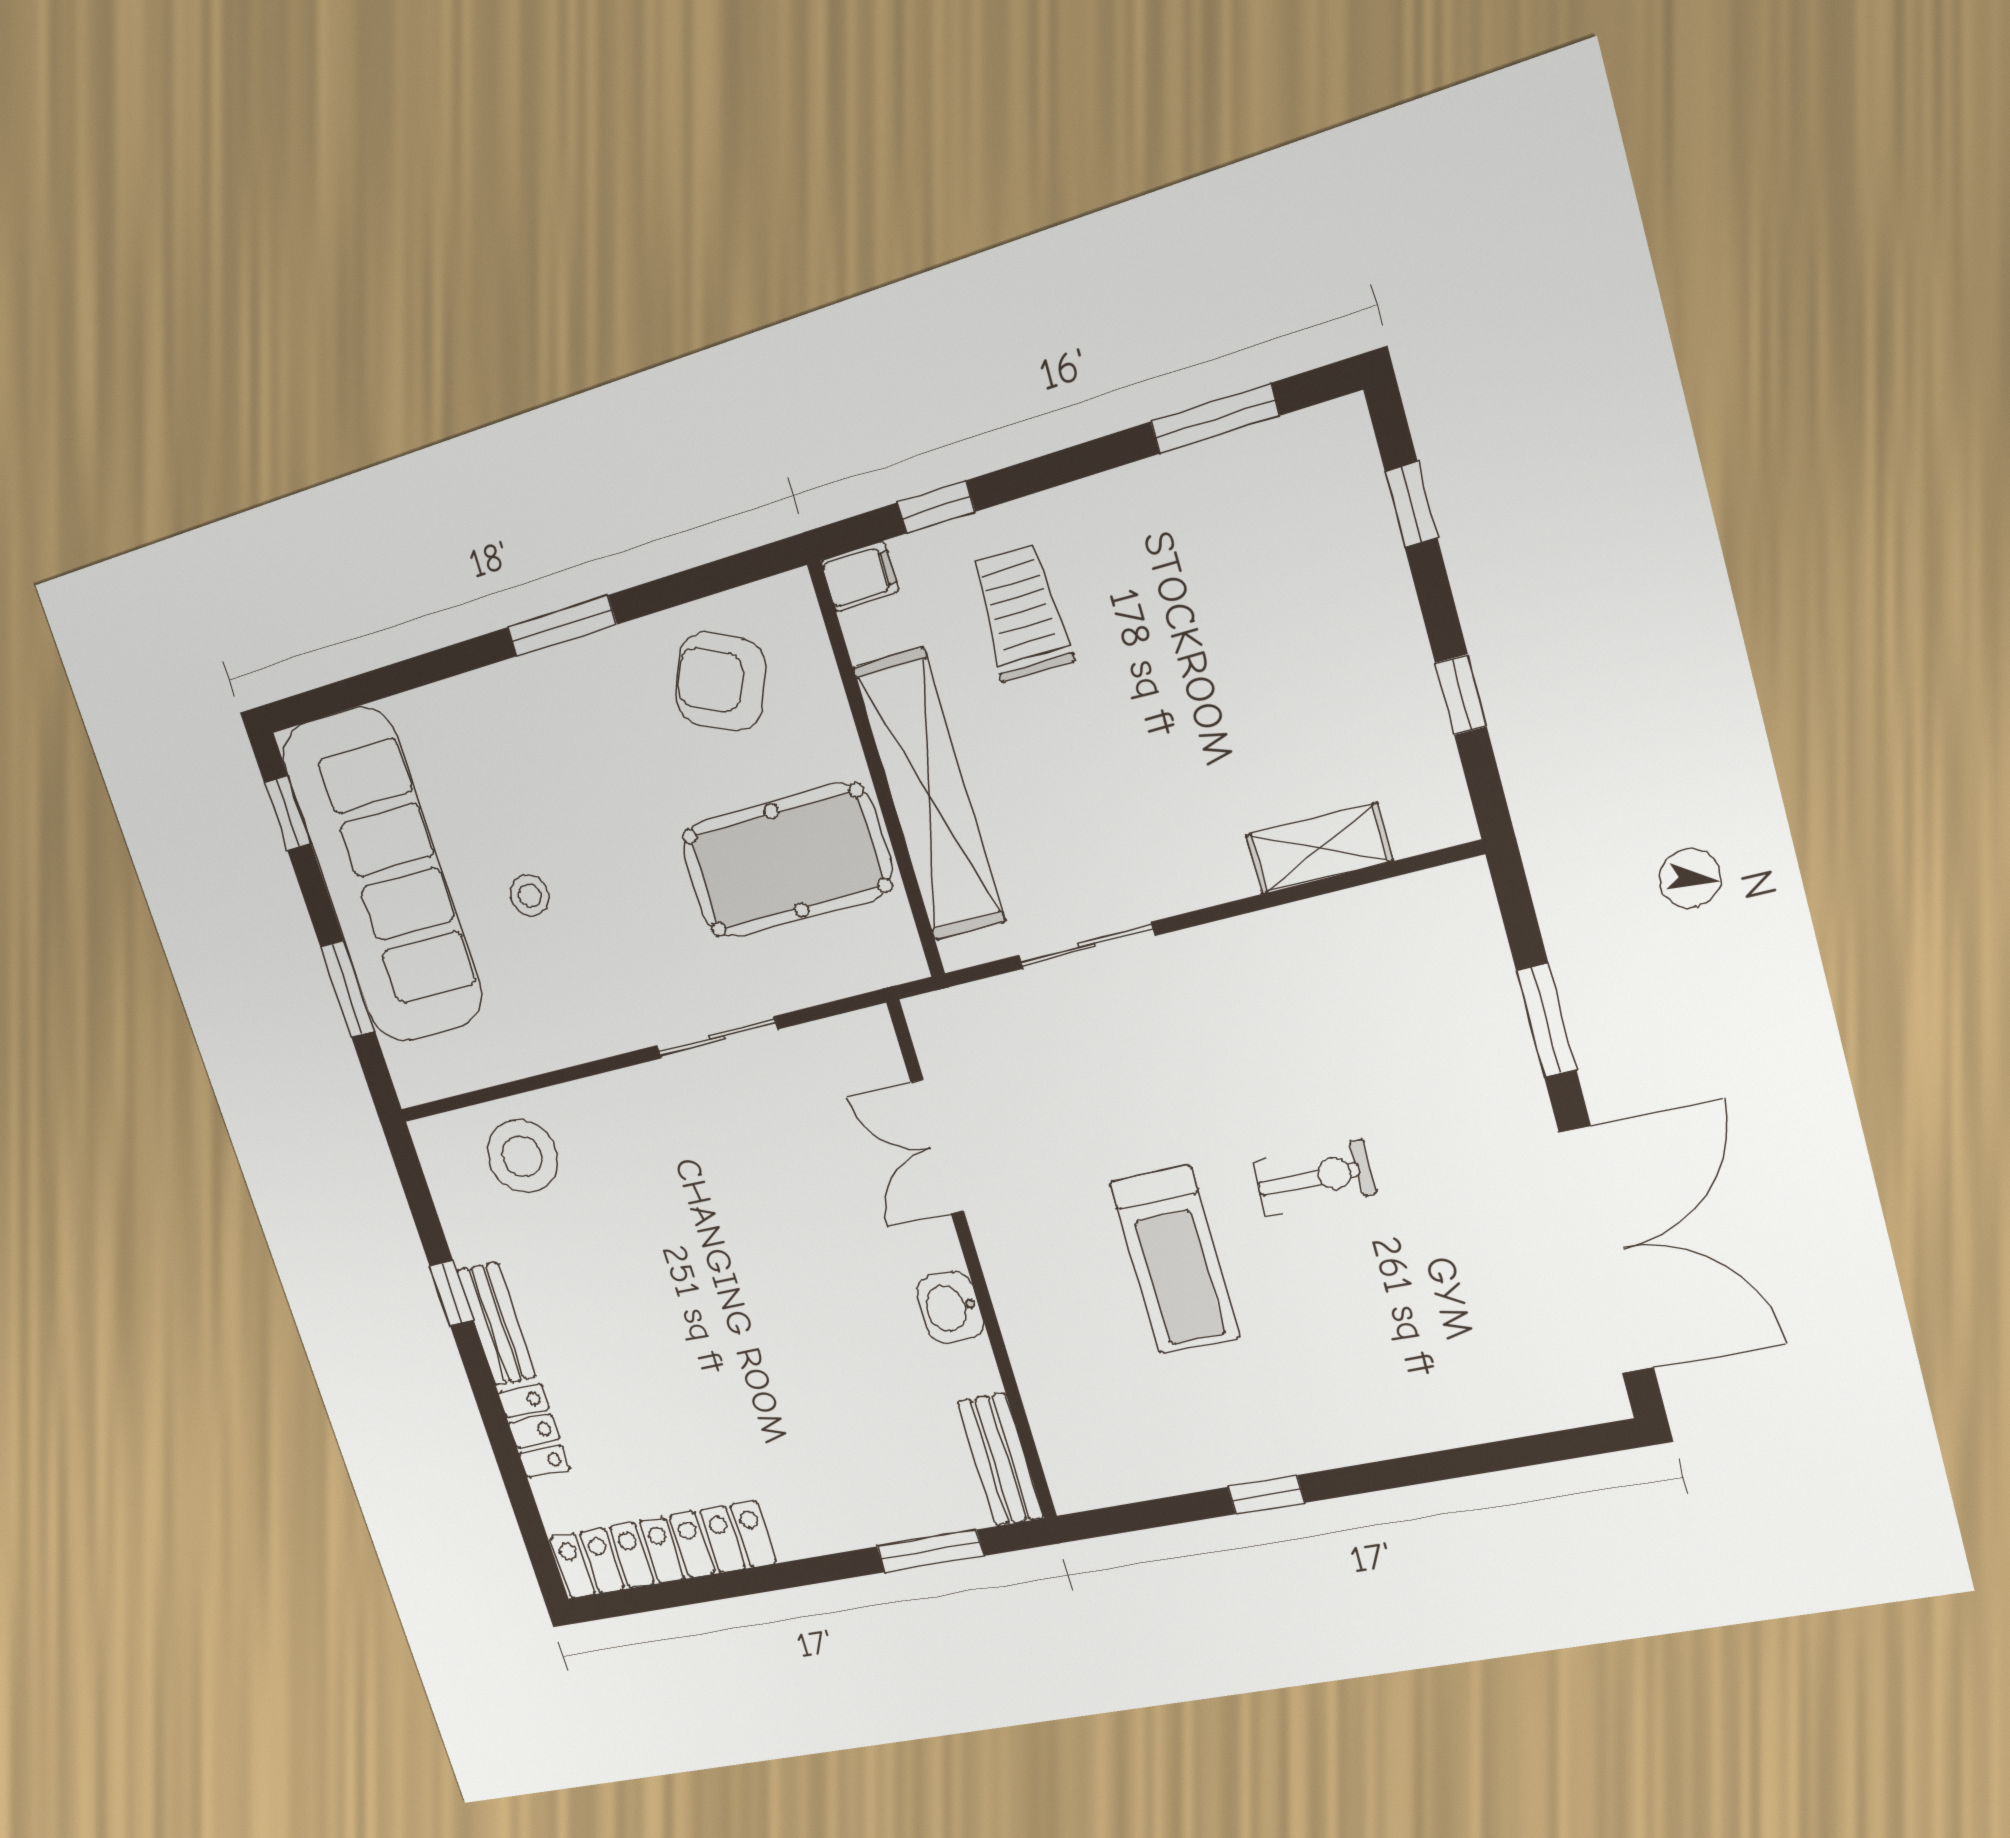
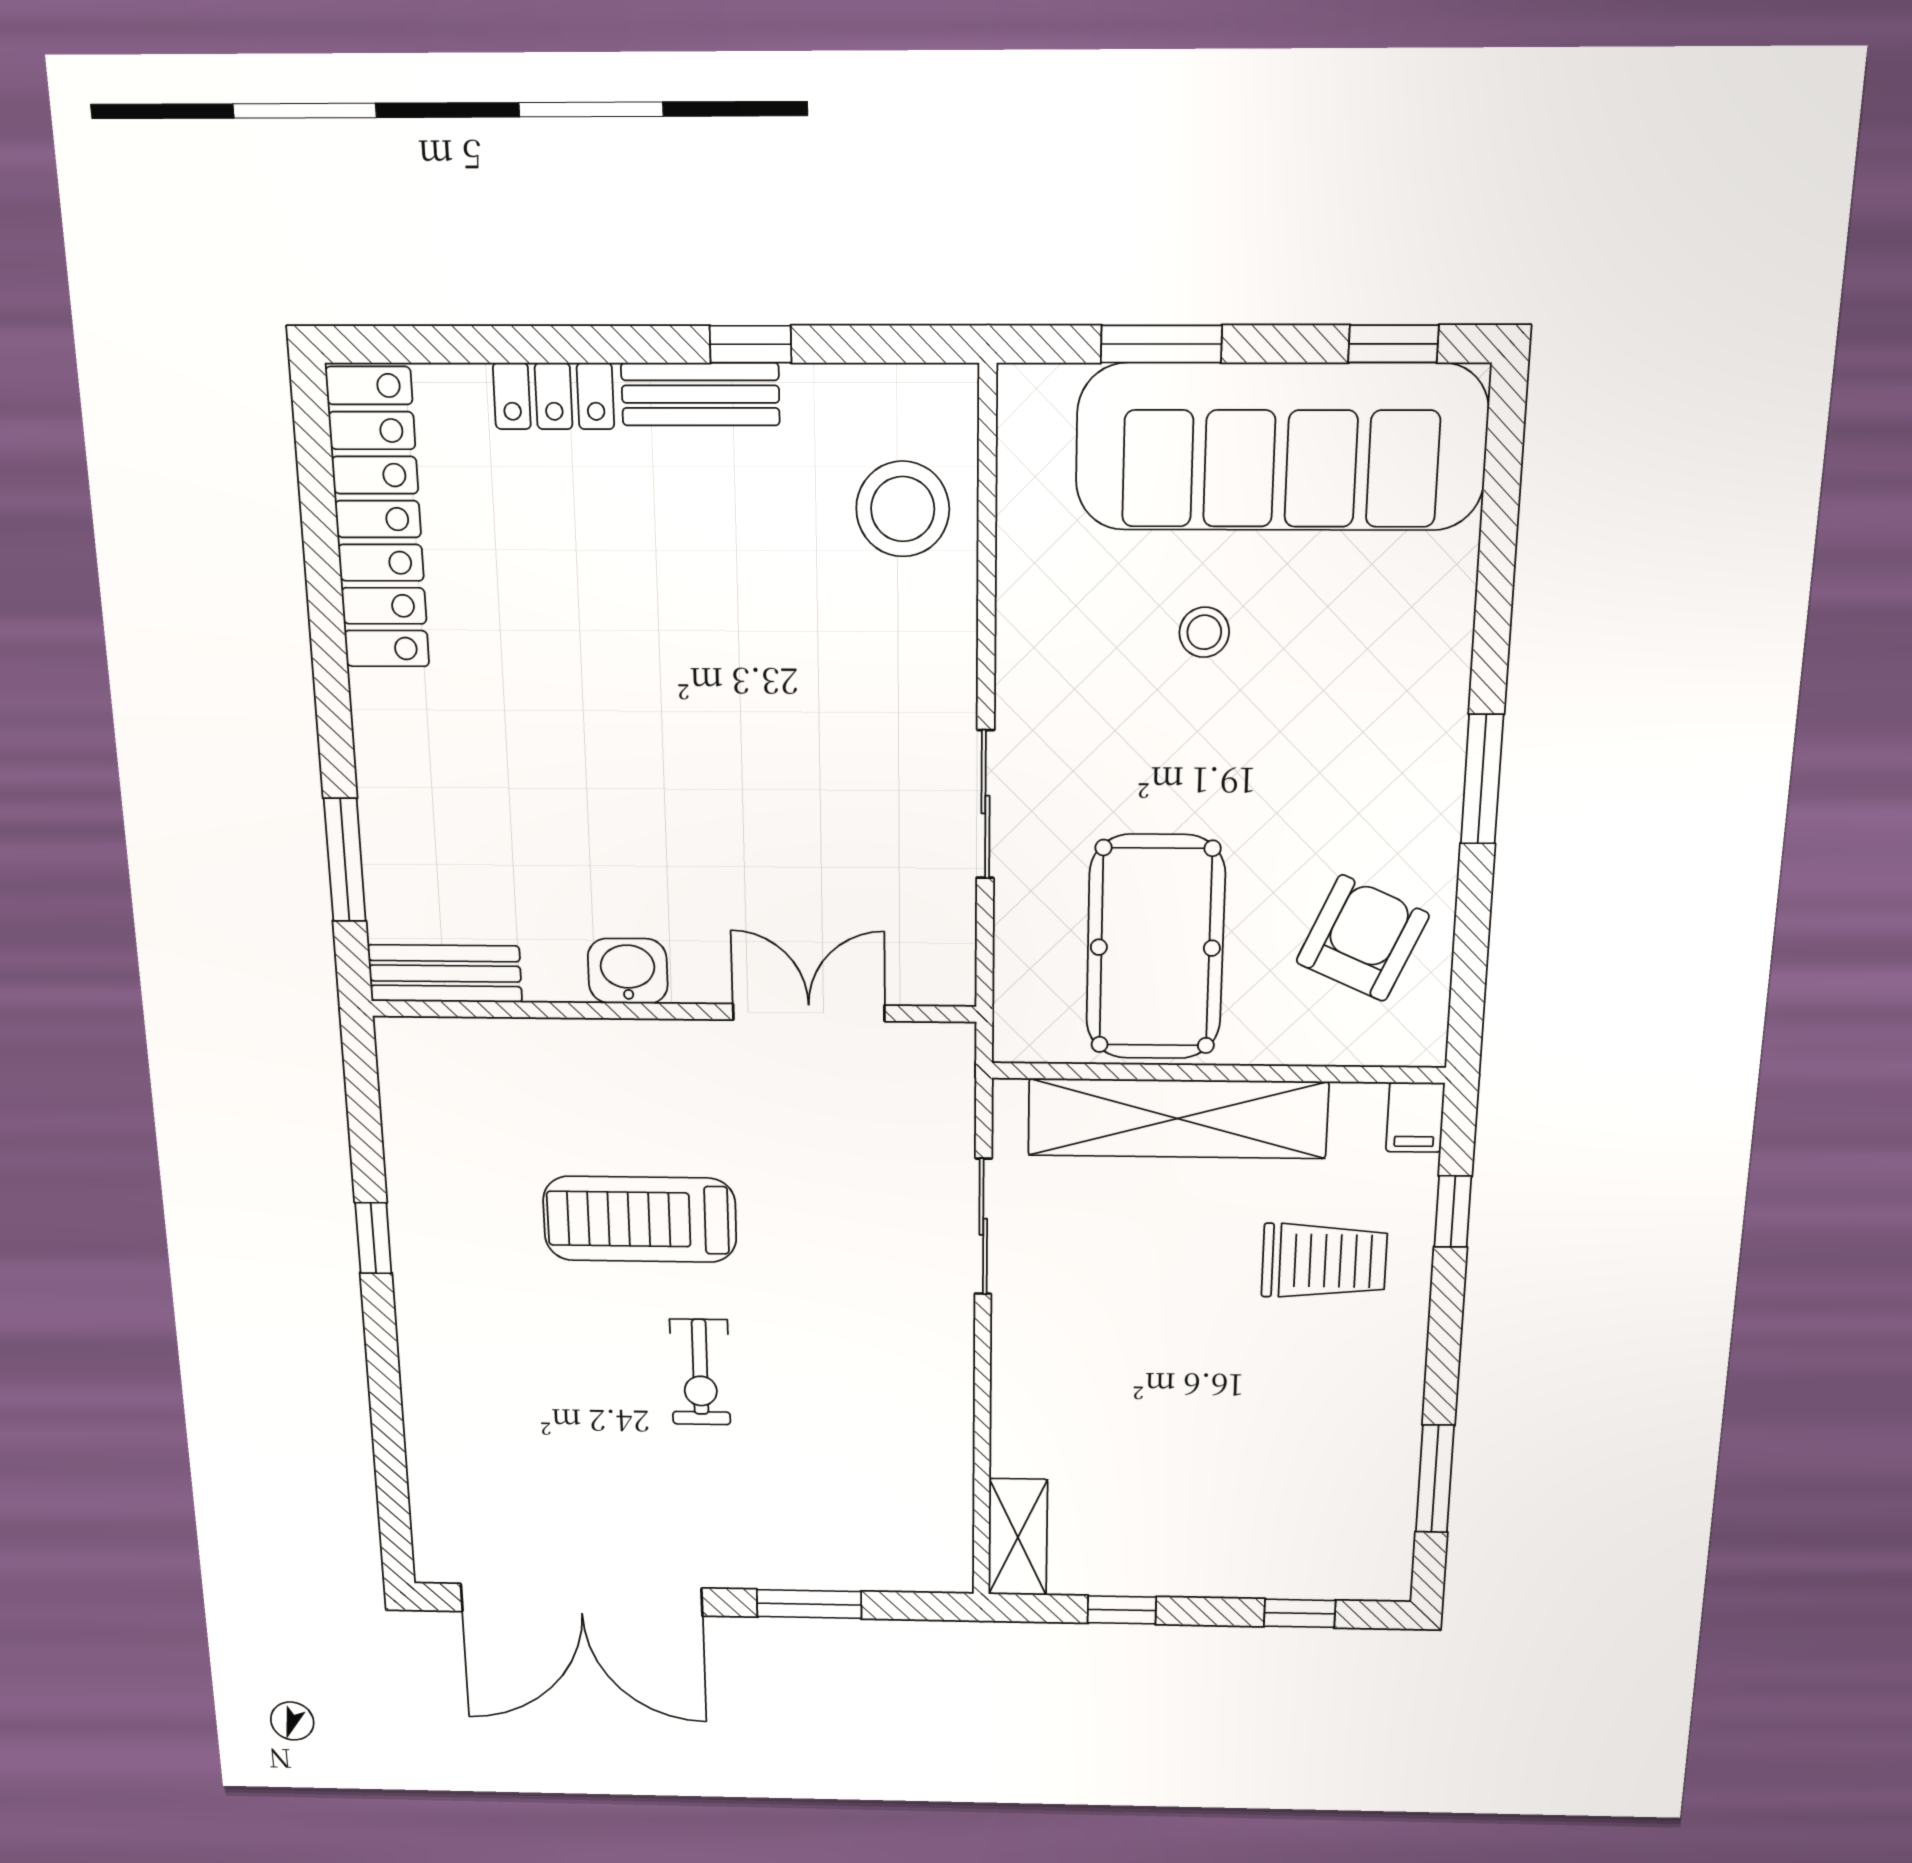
shelving: (1319, 848) -> (1018, 1537), moved

